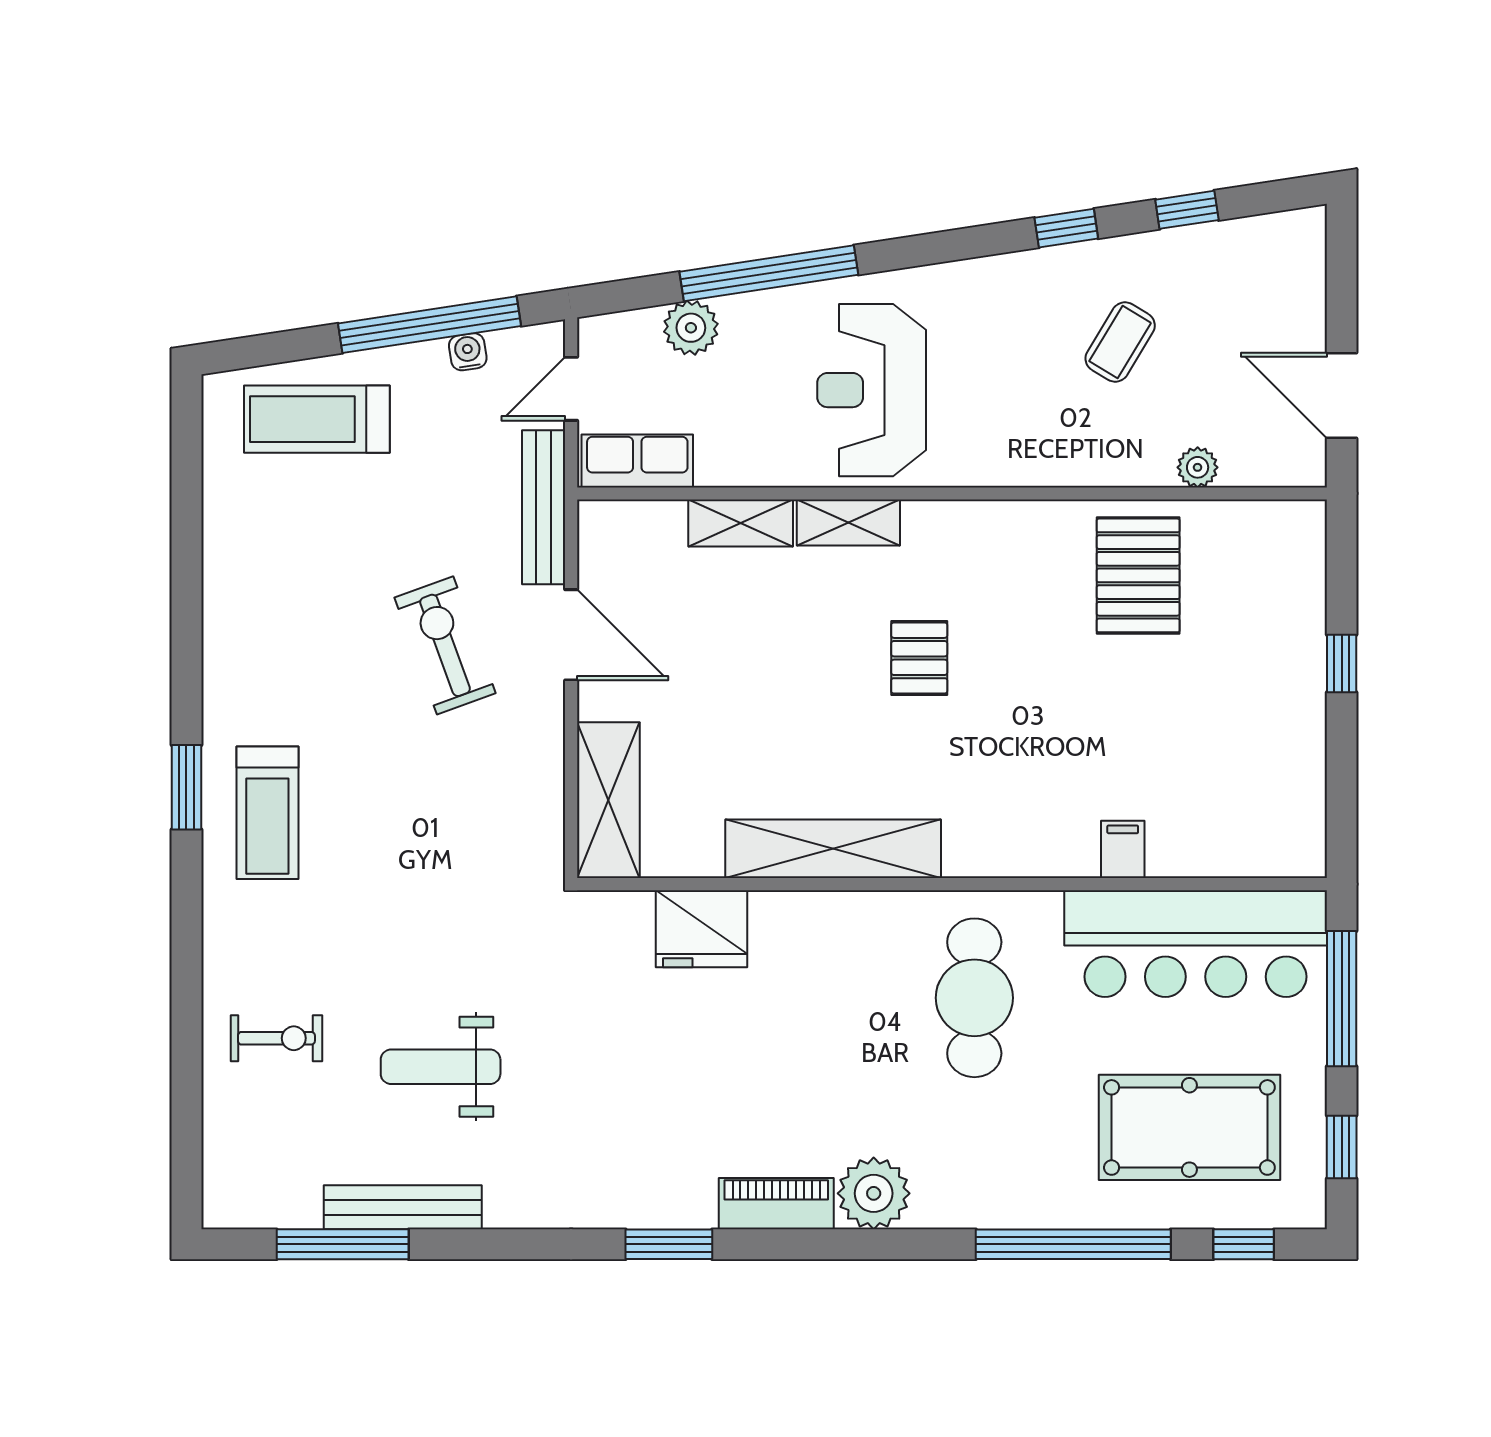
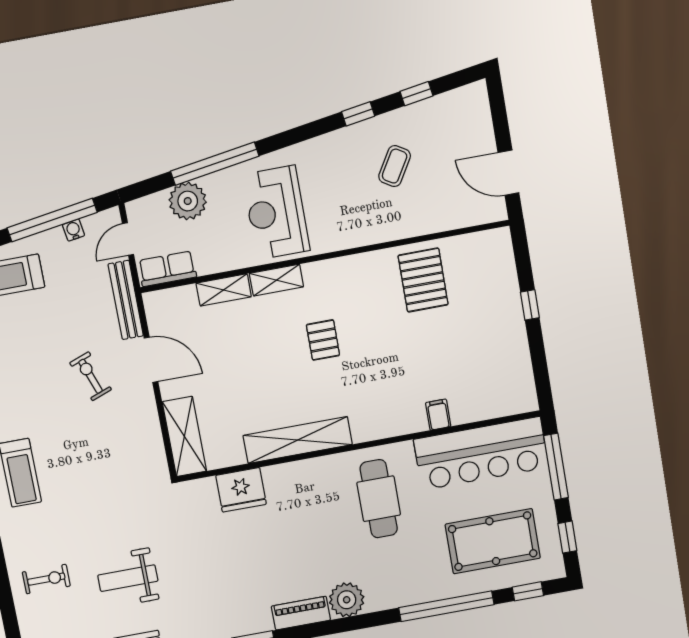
plant: (691, 328) -> (188, 201), width x1.36, depth x1.36
plant: (1198, 467) -> (443, 221), removed
exercise bike: (445, 645) -> (91, 376), width x0.73, depth x0.72

